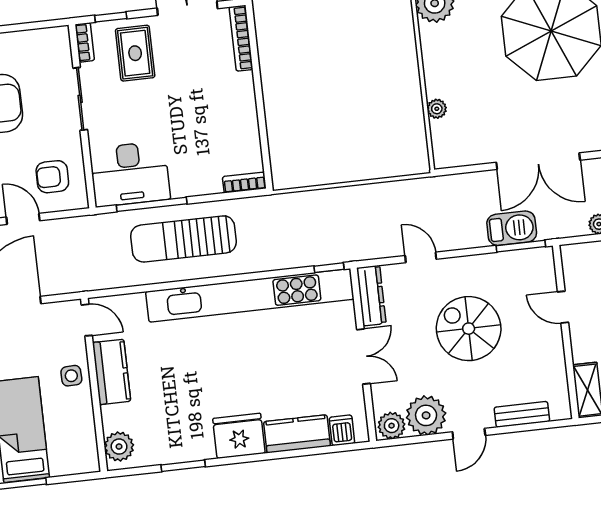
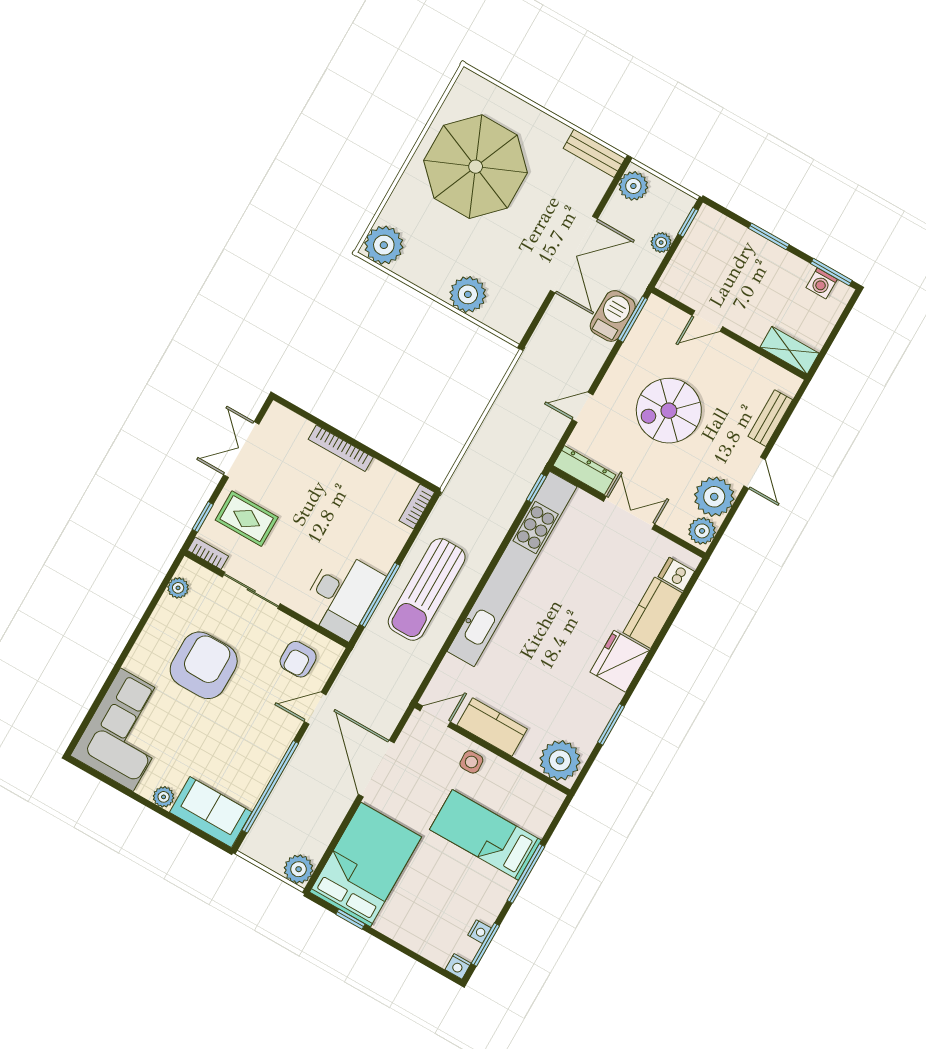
bookcase: (241, 38) -> (341, 448), moved
plant: (39, 39) -> (178, 588), added
plant: (437, 109) -> (468, 294), width x1.88, depth x1.88
plant: (119, 447) -> (560, 760), width x1.36, depth x1.36

